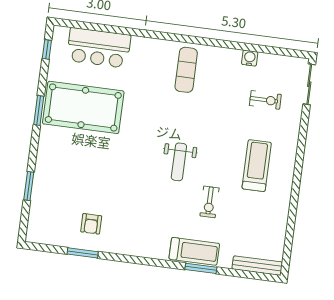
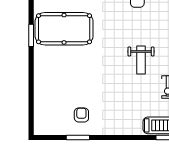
window: (29, 186) -> (31, 93), removed
armchair: (91, 224) -> (81, 115), turned 180

